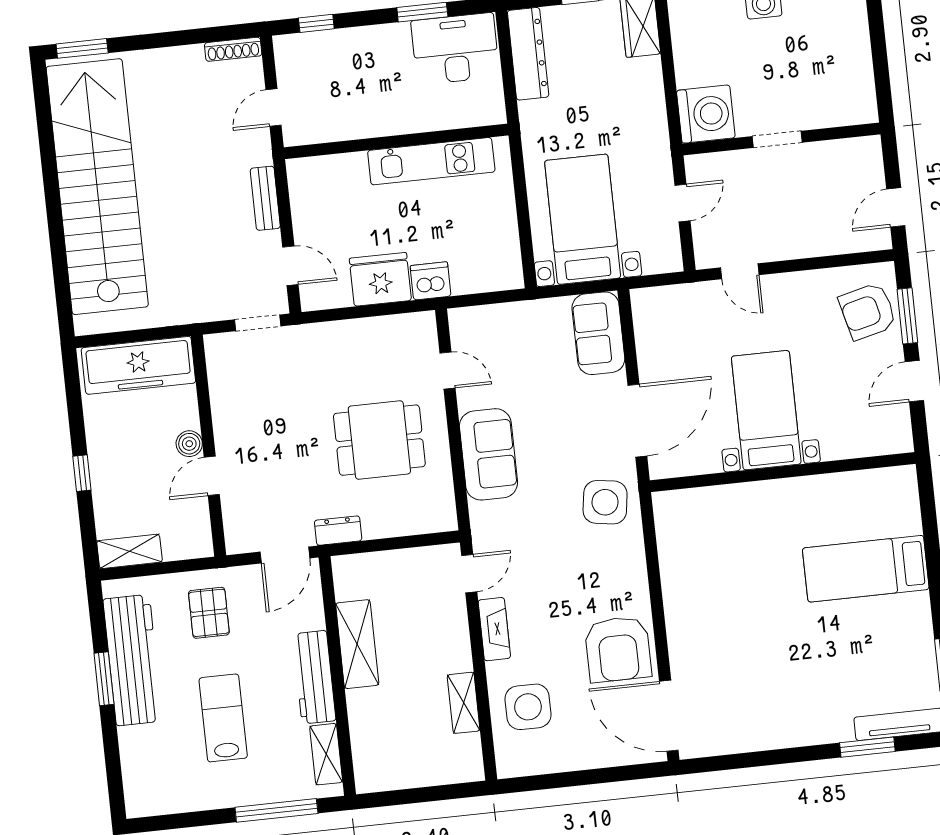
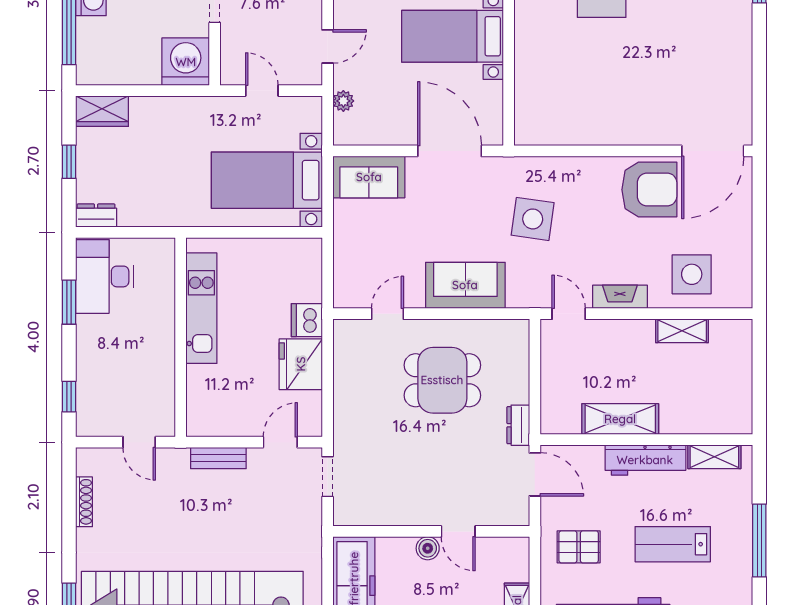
shoe rack: (233, 49) -> (84, 502), moved
dresser: (528, 54) -> (96, 216), width x0.51, depth x0.80
plant: (681, 296) -> (343, 101), added
dining table: (379, 440) -> (442, 380), turned 90
side table: (605, 502) -> (533, 219), moved
window: (276, 810) -> (759, 541), moved

